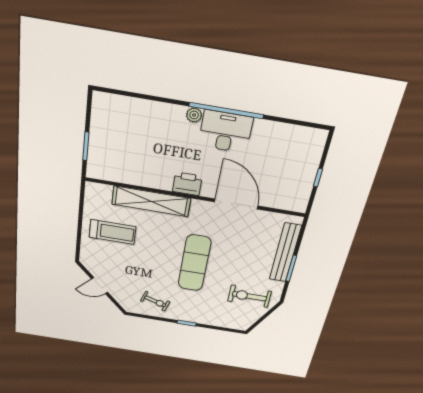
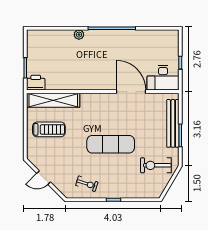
plant: (194, 115) -> (79, 35), moved
desk: (225, 132) -> (163, 78), moved, turned 180
printer: (187, 184) -> (36, 83), moved
shelving: (151, 201) -> (53, 100), moved
exercise mat: (195, 263) -> (111, 144), turned 90

